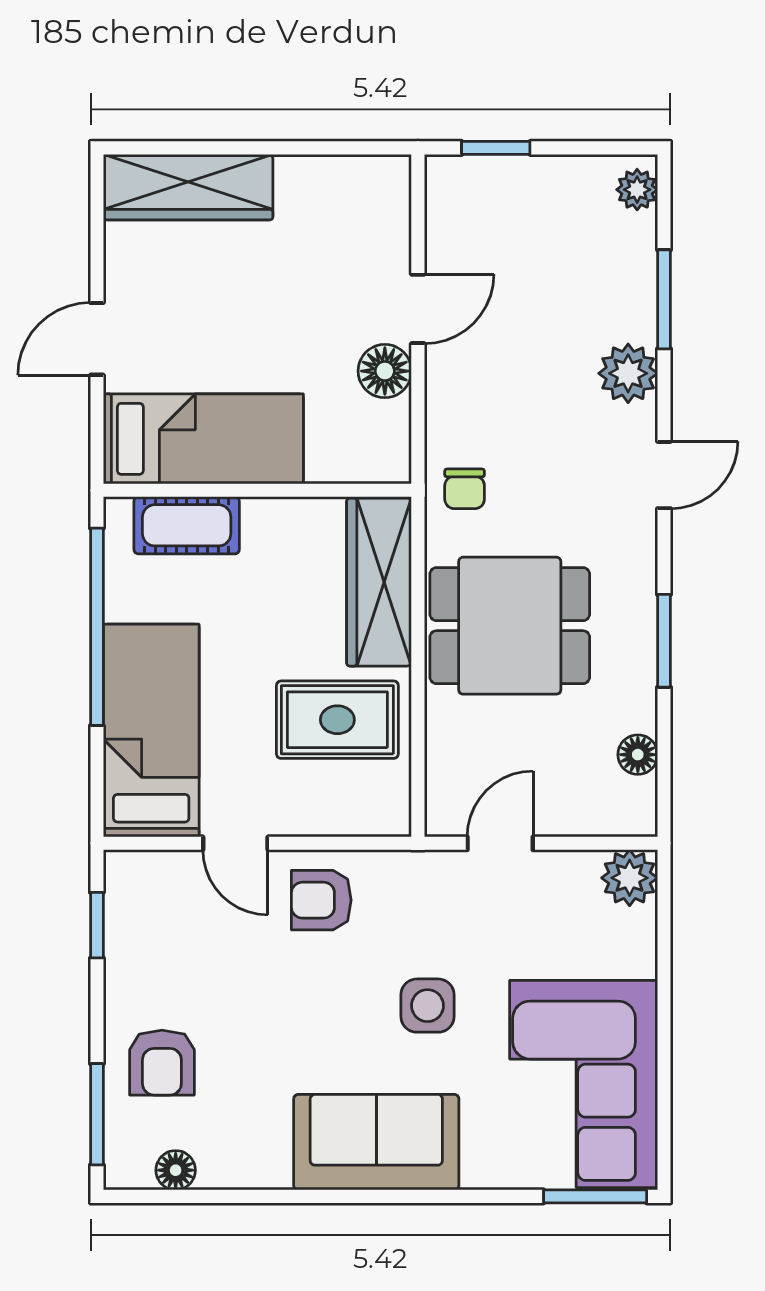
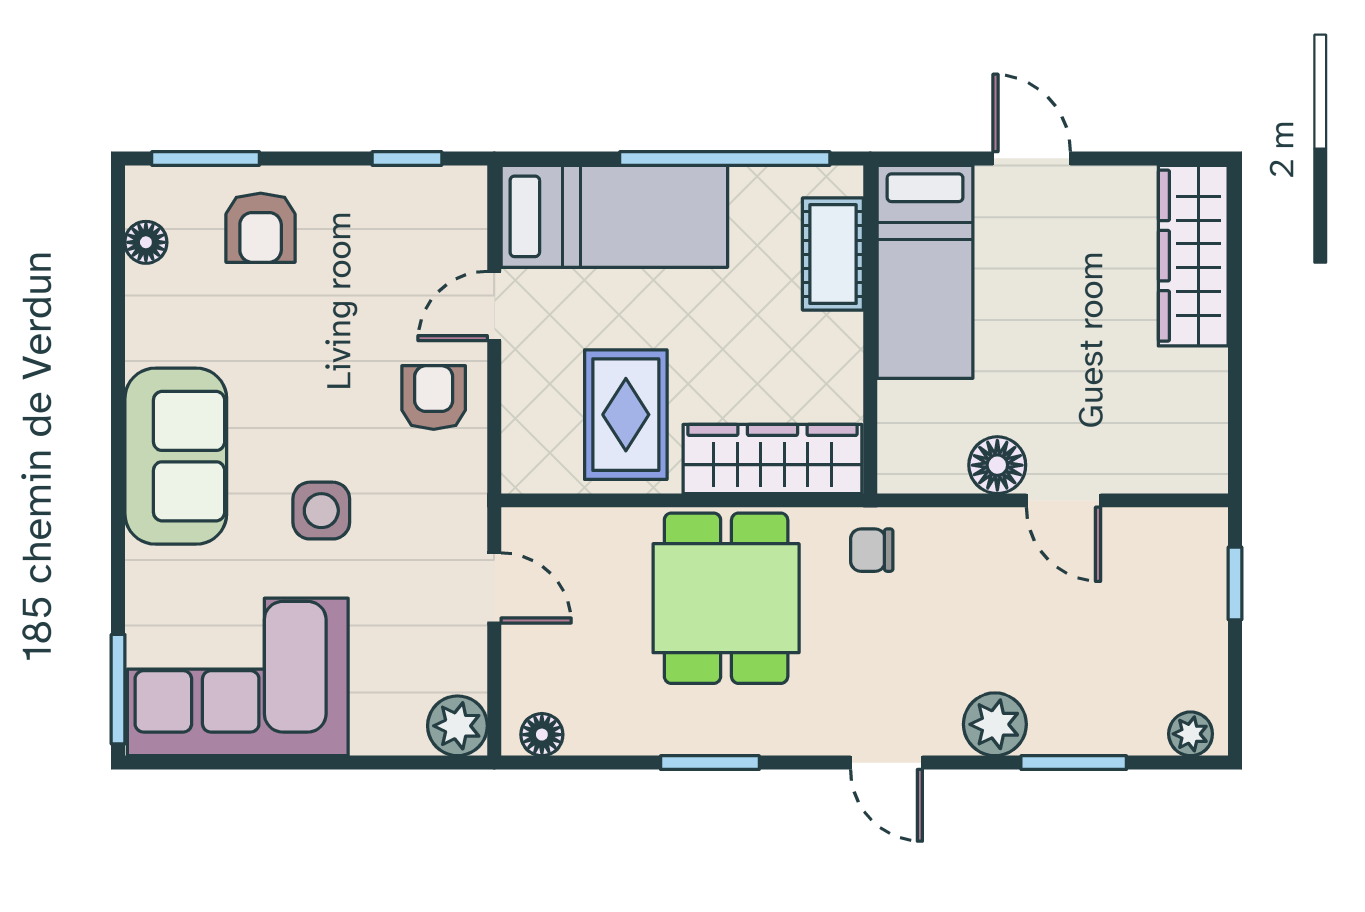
floor lamp: (638, 755) -> (542, 735), moved
armchair: (162, 1063) -> (261, 228), turned -90

